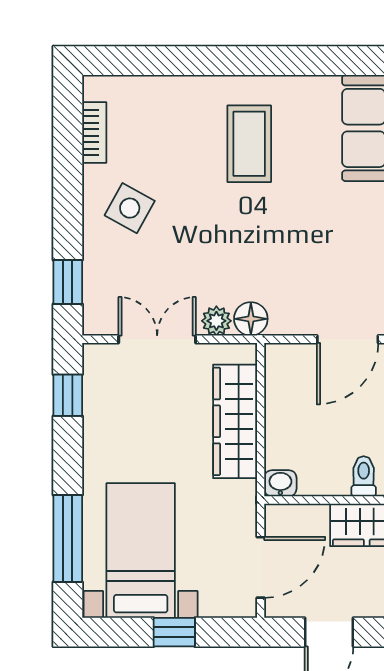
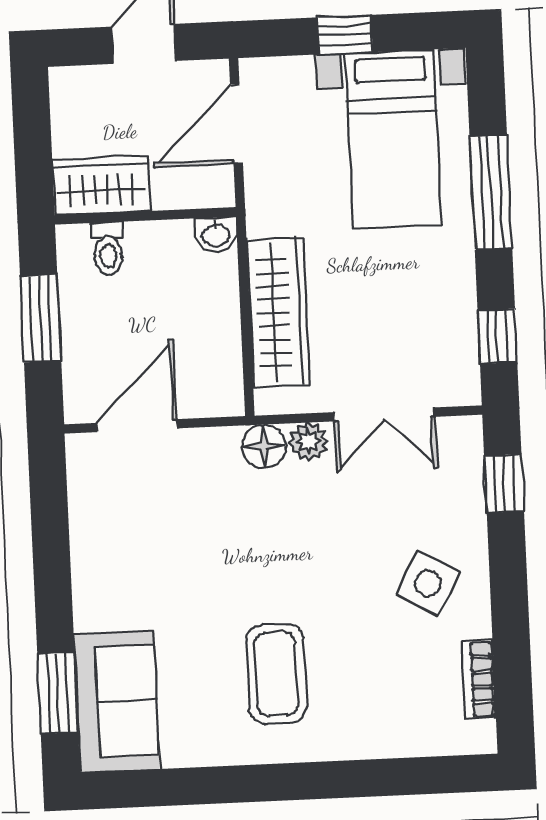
window: (68, 538) -> (491, 192), moved

